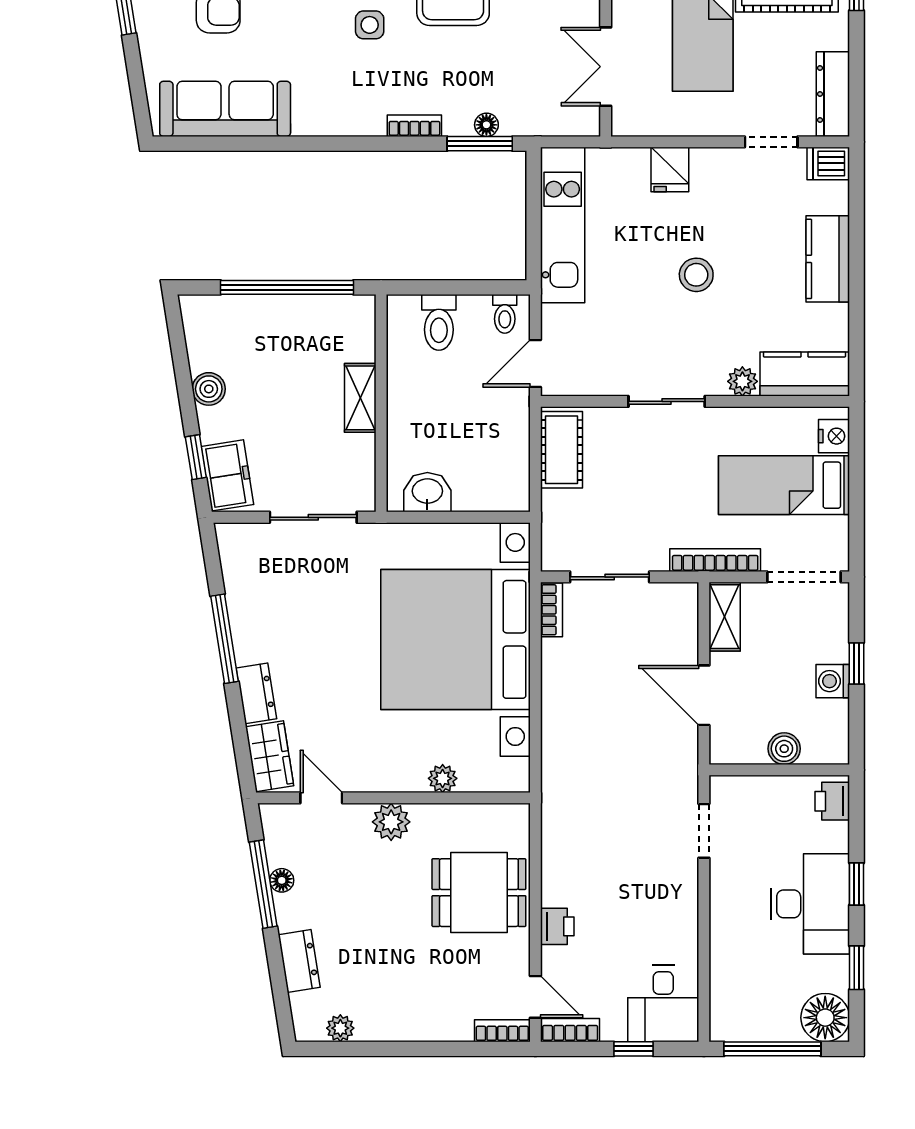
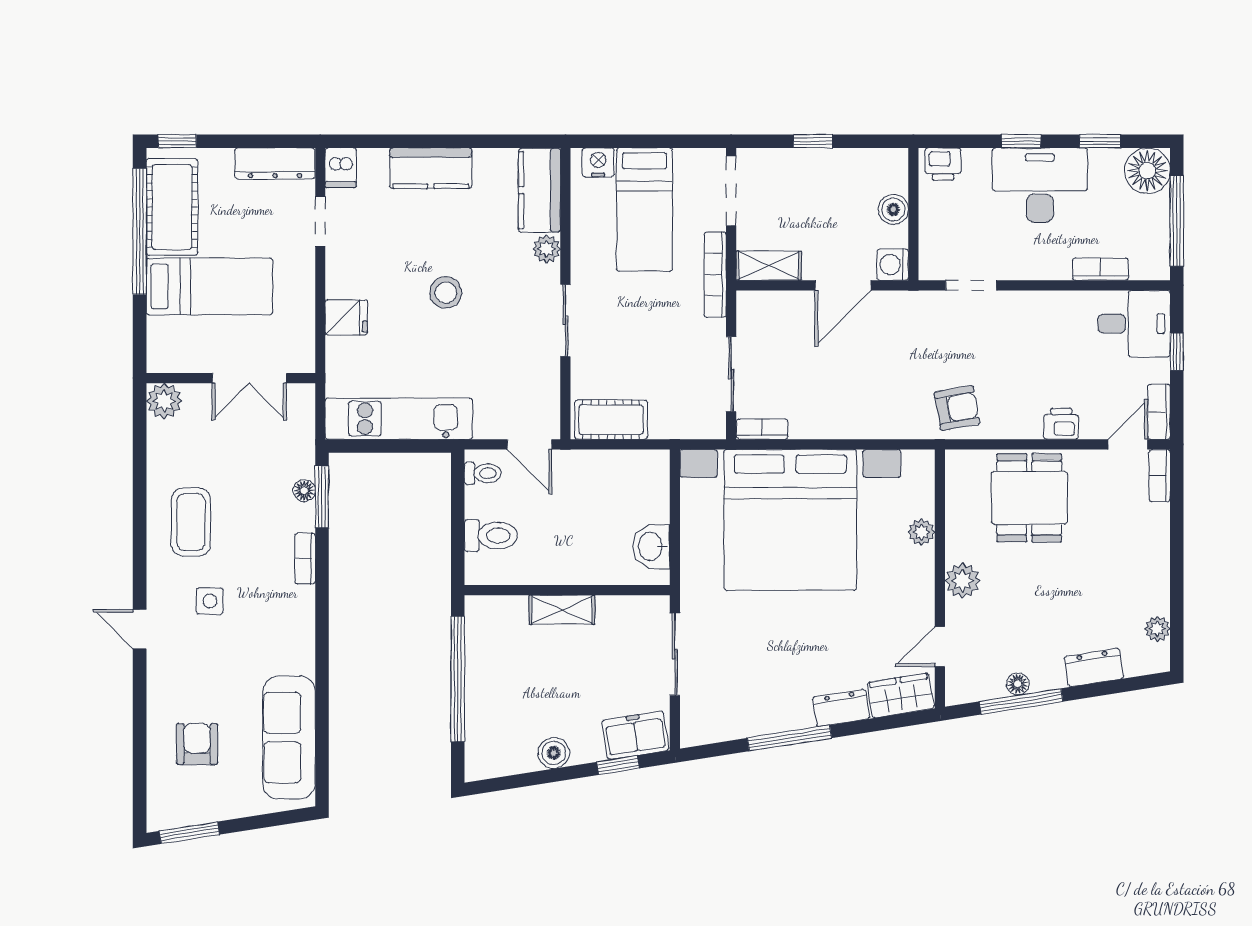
washing machine: (833, 681) -> (893, 265), moved, turned 90
armchair: (574, 816) -> (957, 408), added
bookcase: (721, 968) -> (1101, 269), added

